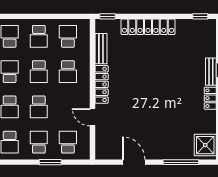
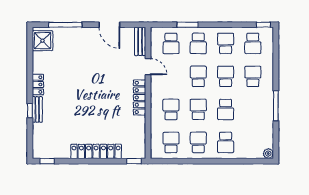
school desk: (68, 36) -> (171, 142), turned 180
bench: (101, 49) -> (140, 41), moved

